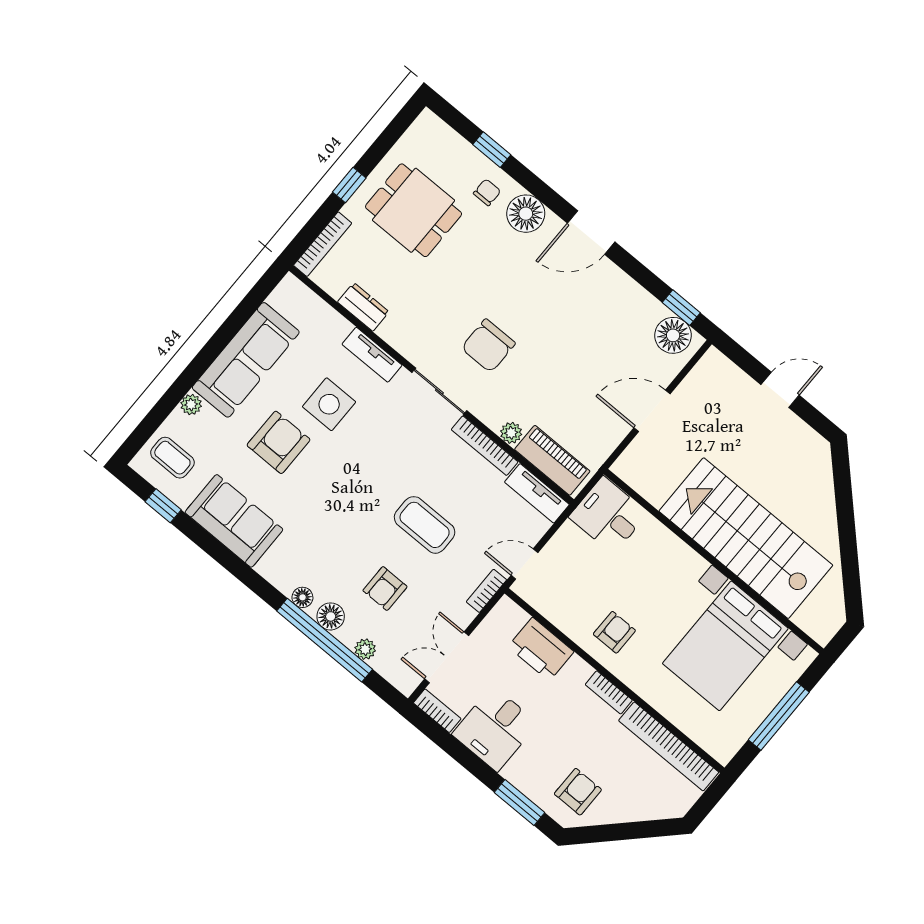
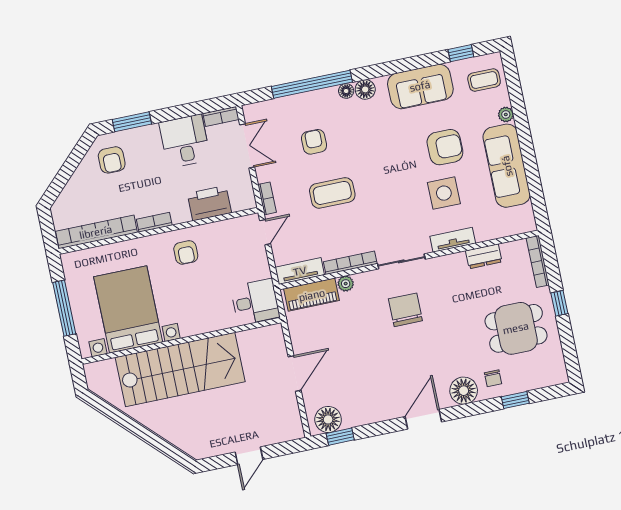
armchair: (279, 442) -> (445, 147), turned -90
floor lamp: (331, 616) -> (365, 89), moved
plant: (365, 649) -> (288, 103), removed

